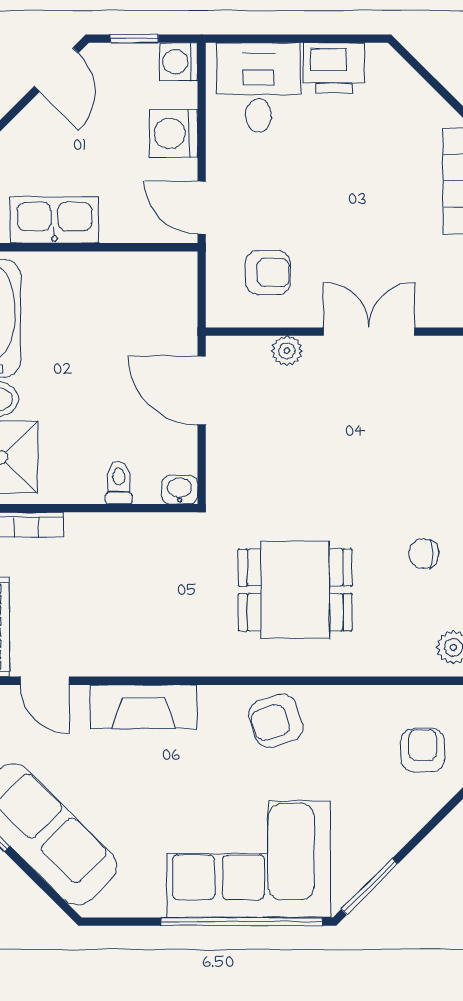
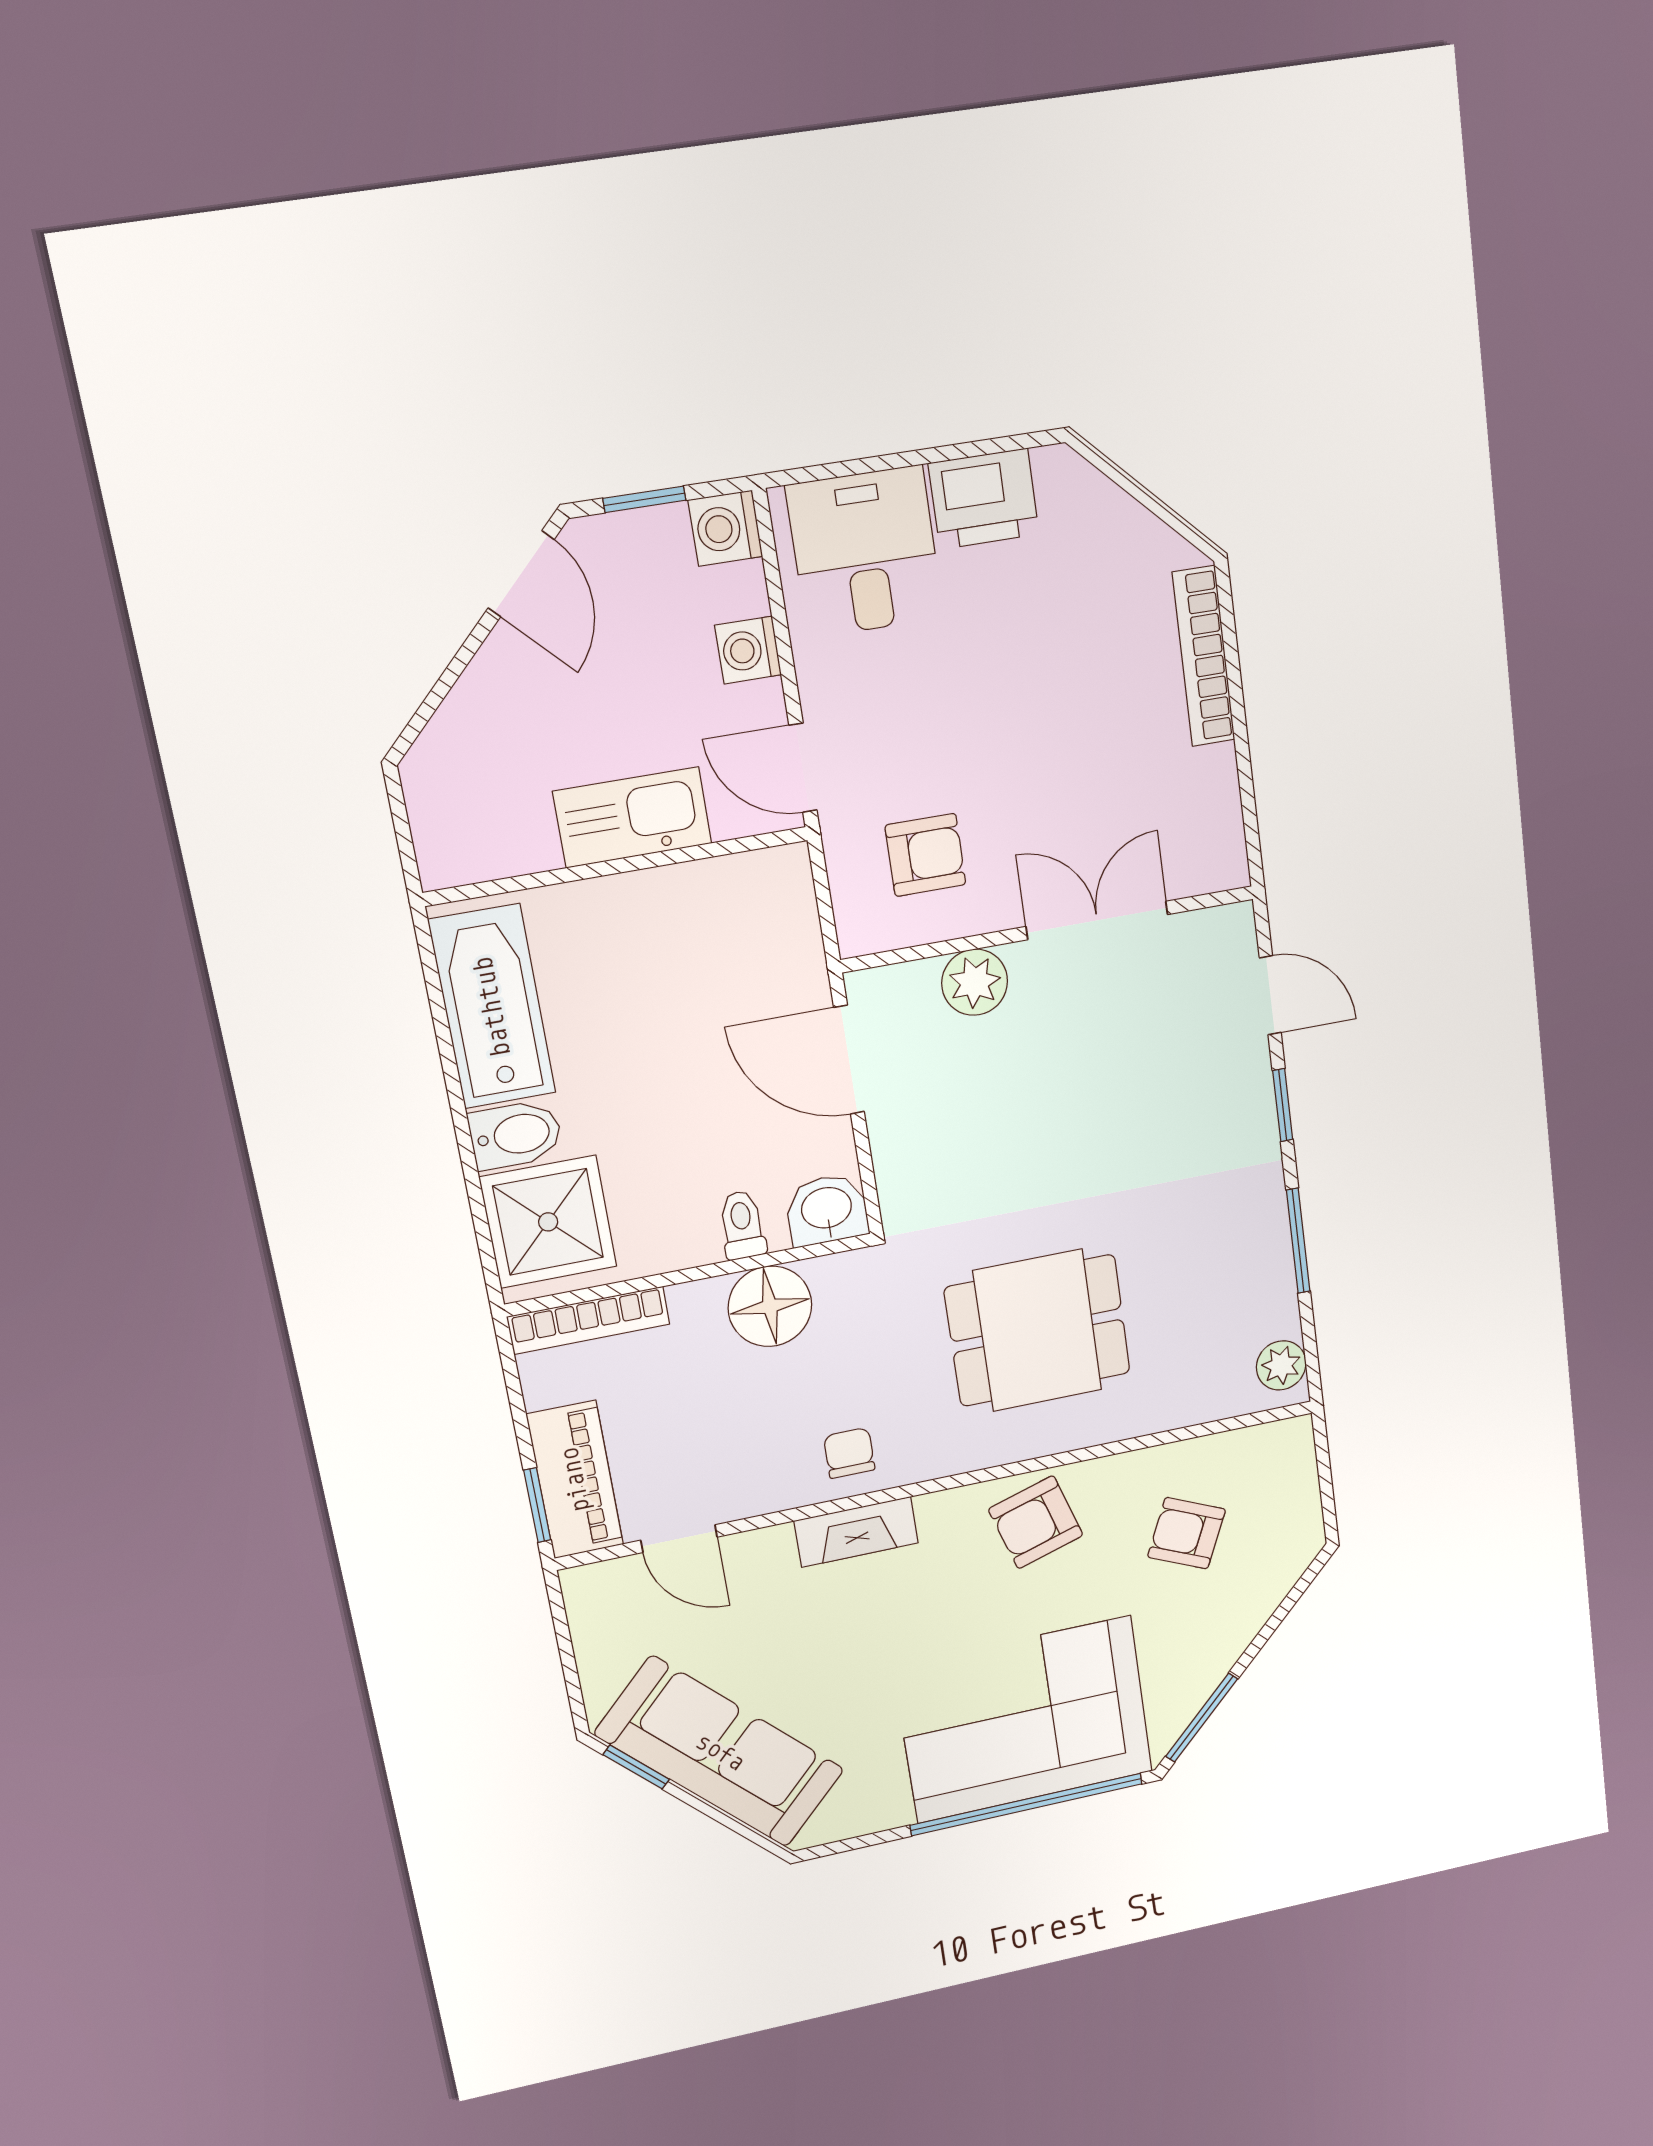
washing machine: (174, 133) -> (748, 650), width x0.73, depth x0.73
kitchen sink: (54, 220) -> (632, 817), moved
plant: (287, 351) -> (975, 982), width x1.38, depth x1.38
washbasin: (180, 490) -> (827, 1210), width x1.38, depth x1.45
floor lamp: (127, 539) -> (770, 1306), added
chair: (424, 554) -> (849, 1453), moved, turned 90
fireplace: (144, 707) -> (856, 1532), width x0.73, depth x0.76
armchair: (423, 750) -> (1187, 1533), moved, turned -66

